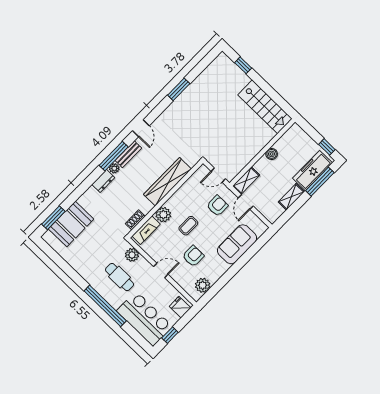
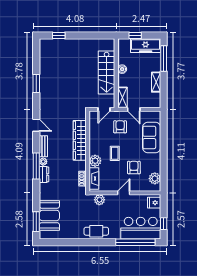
stairs: (265, 107) -> (107, 72), moved, turned 90
window: (327, 147) -> (135, 36), moved
window: (114, 156) -> (36, 166), moved
freezer: (312, 171) -> (146, 46), moved, turned -90
cafe table: (120, 277) -> (96, 231), moved
window: (105, 306) -> (135, 242), moved

